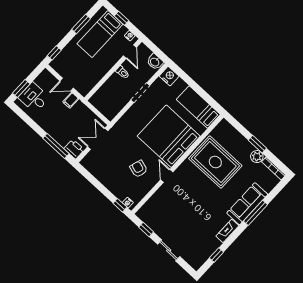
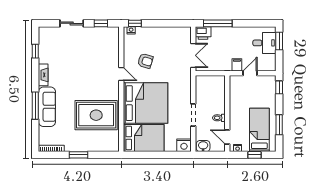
bed: (198, 107) -> (144, 138), width x1.50
plant: (257, 157) -> (71, 146), removed

